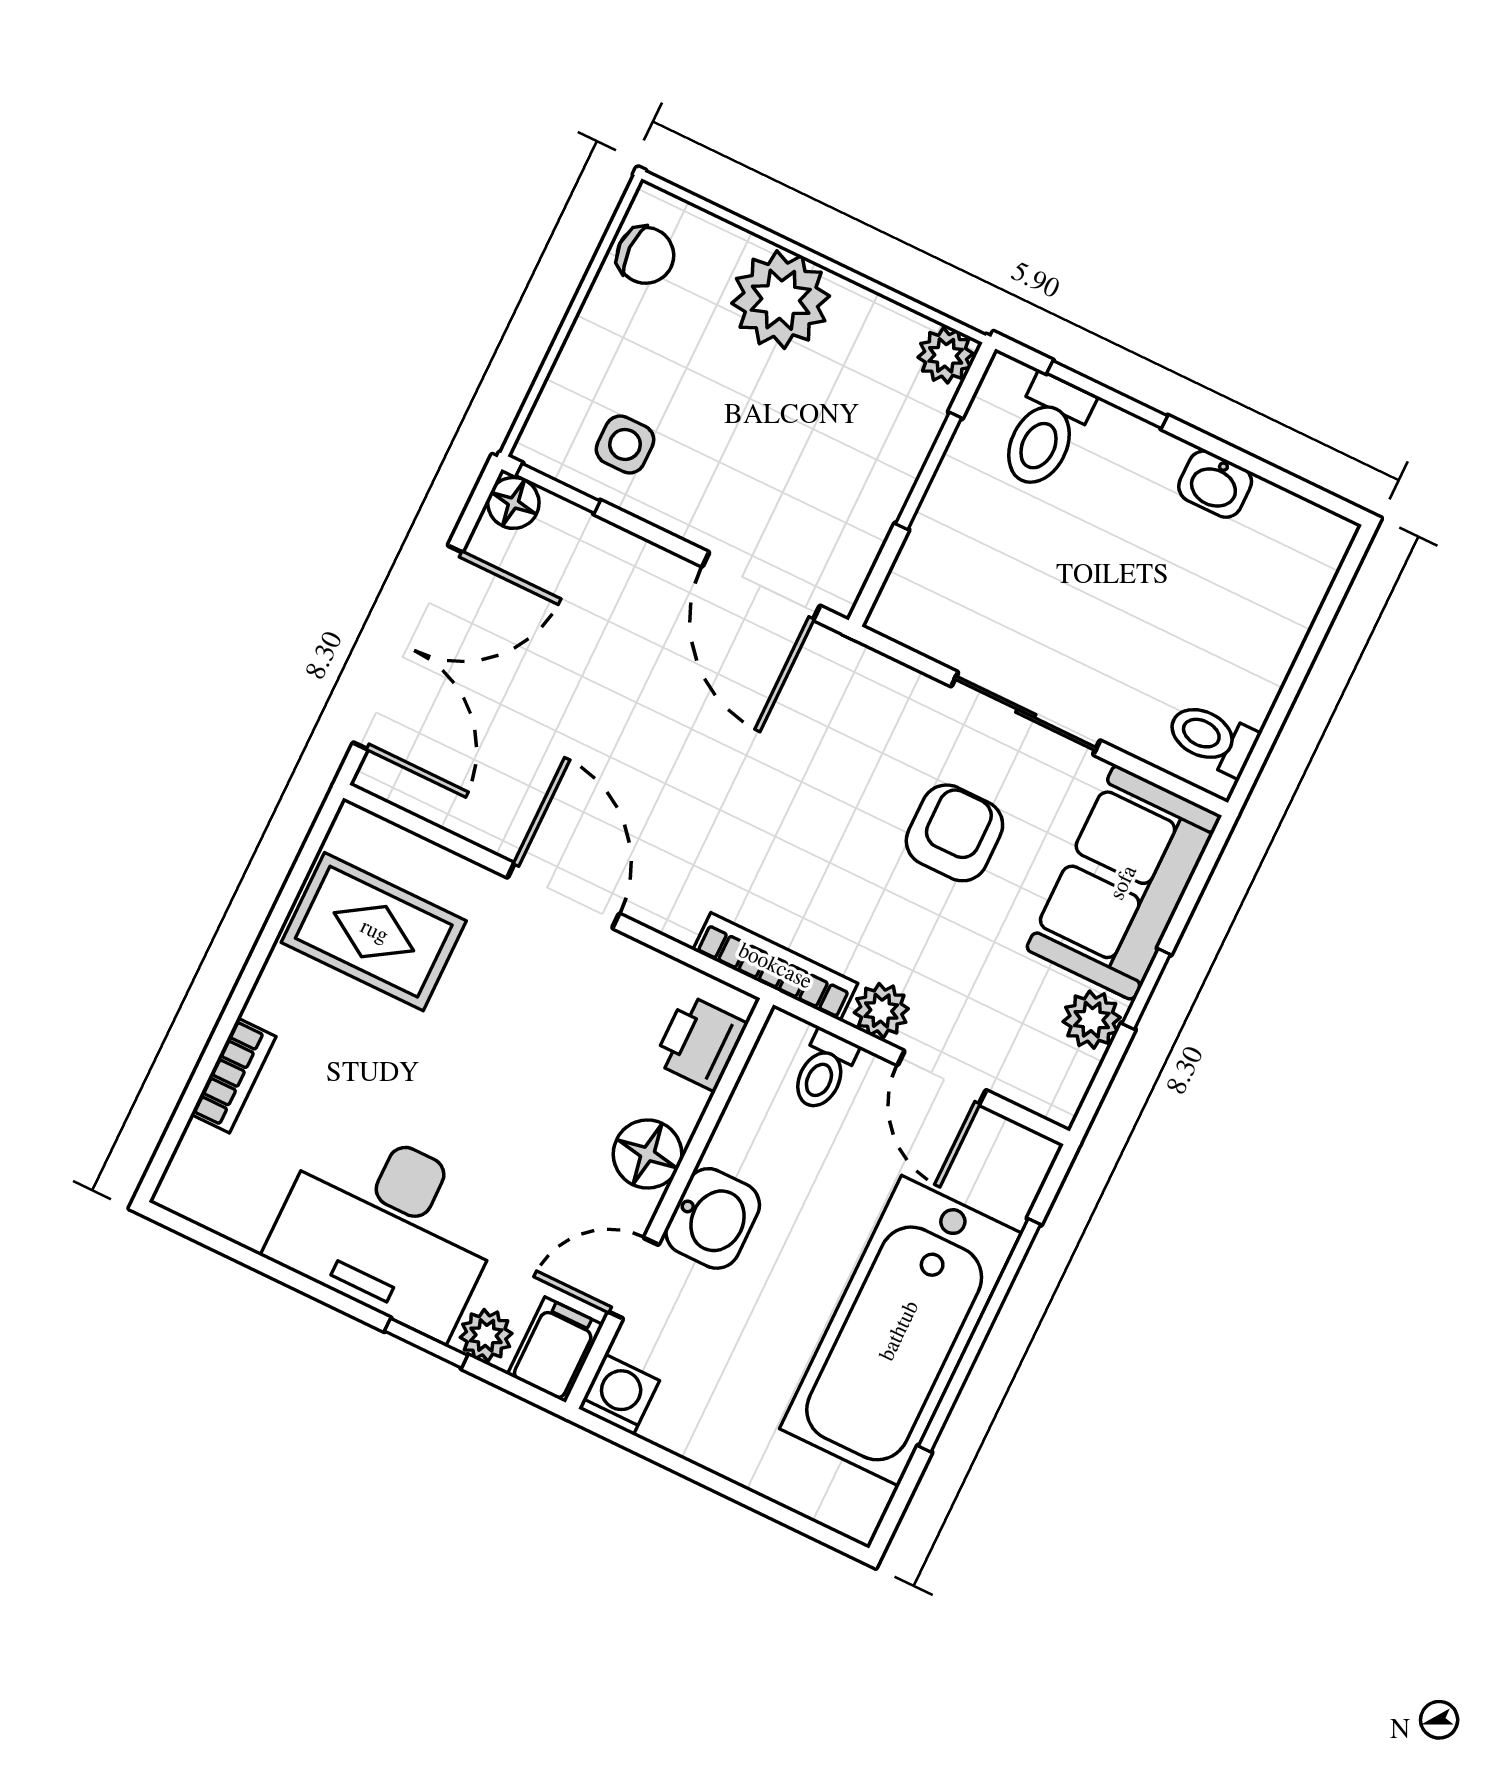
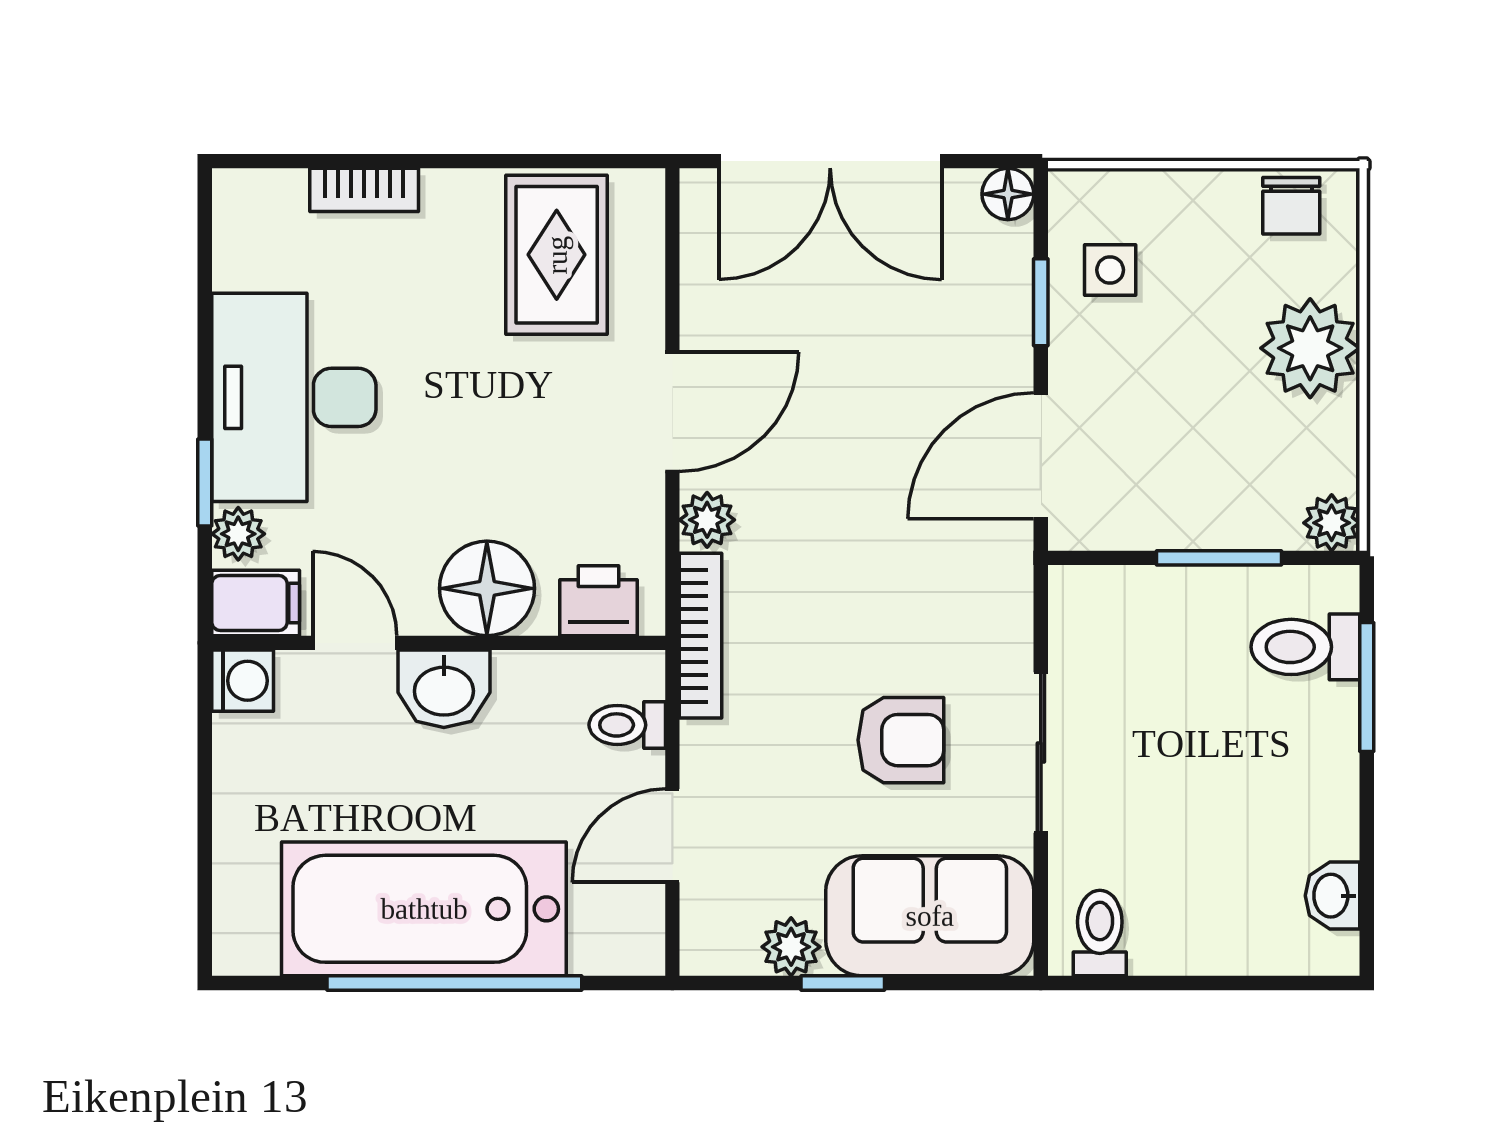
washbasin: (1215, 484) -> (1333, 896), moved
window: (558, 488) -> (1041, 302), moved
plant: (881, 1011) -> (707, 520), moved
floor lamp: (648, 1154) -> (487, 588), width x1.38, depth x1.38

